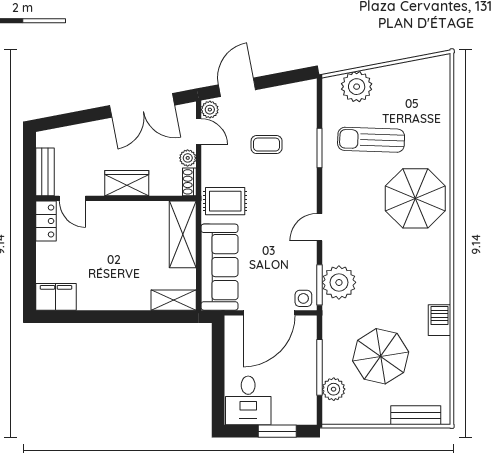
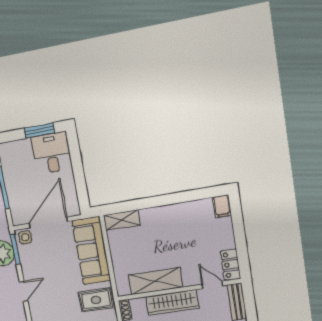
wardrobe: (127, 183) -> (172, 302), width x1.50
shelving: (183, 234) -> (155, 281), moved, turned 90
filing cabinet: (56, 297) -> (222, 206), width x0.50
window: (277, 431) -> (39, 131), moved

